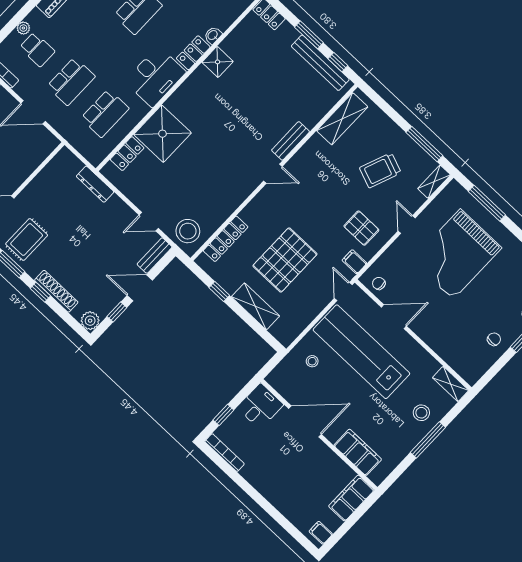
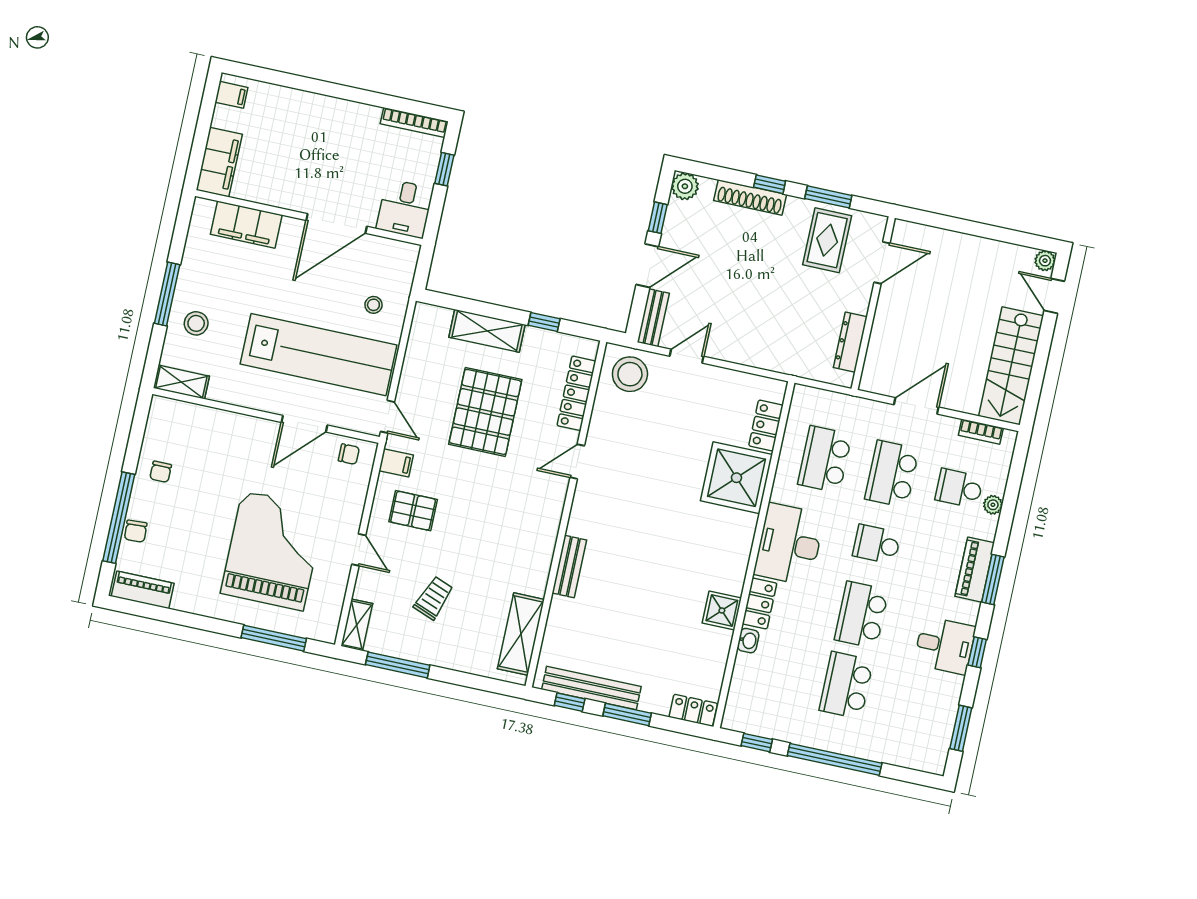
school desk: (105, 46) -> (877, 544), added
trolley: (380, 170) -> (433, 598), width x0.73, depth x0.72
door: (273, 174) -> (577, 462), moved
dresser: (95, 184) -> (850, 342), moved, turned -90

